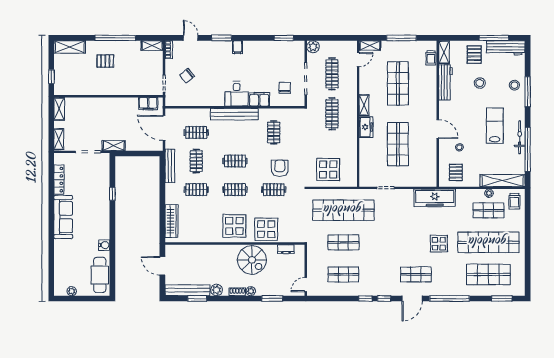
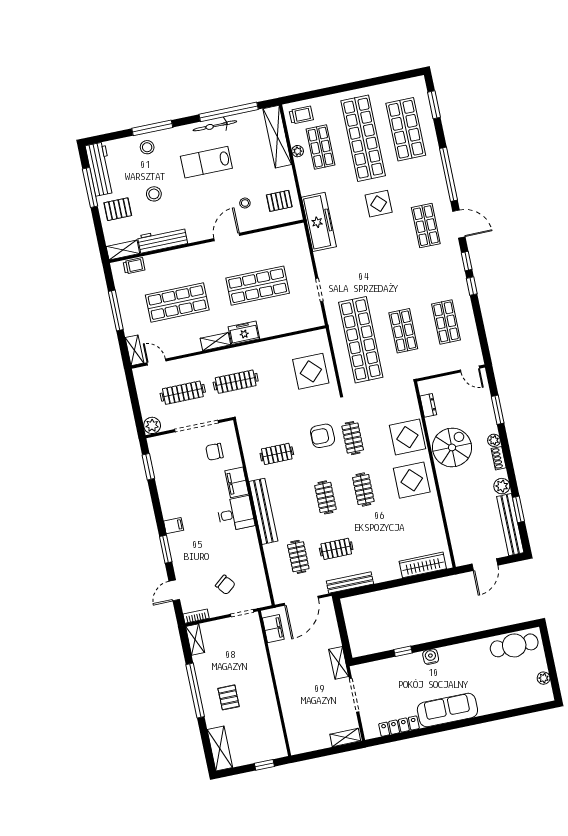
shelving: (59, 109) -> (305, 745), removed
clothes rail: (196, 190) -> (374, 541), removed
water cooler: (104, 245) -> (431, 657), moved

